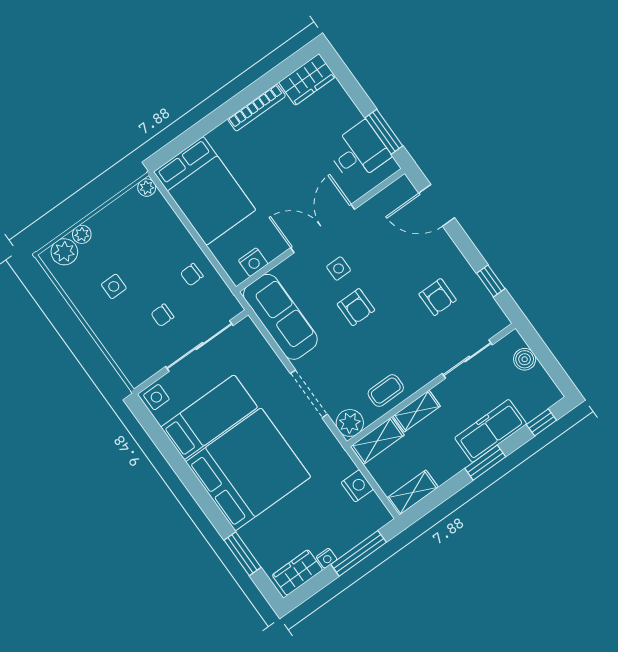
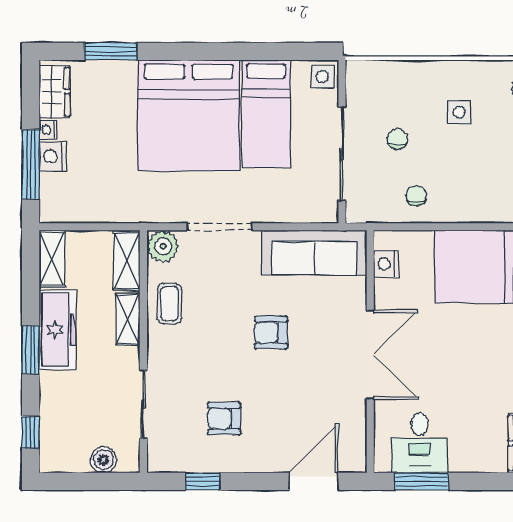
side table: (339, 269) -> (320, 342), removed
freezer: (491, 431) -> (58, 330), moved
nightstand: (357, 486) -> (53, 156), moved, turned 90

